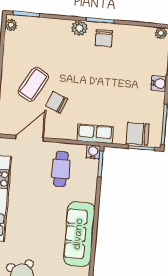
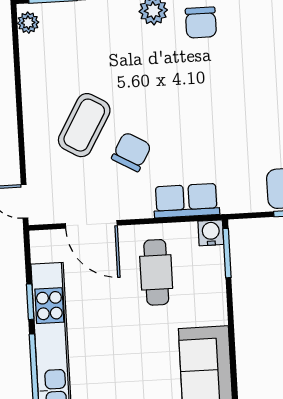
chair: (57, 102) -> (131, 152), turned 98
row of seats: (95, 134) -> (186, 201), moved
door: (30, 138) -> (91, 224), swing flipped

